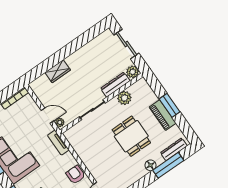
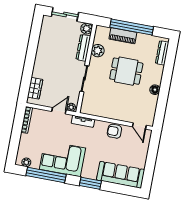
wardrobe: (58, 71) -> (35, 88), moved
window: (169, 105) -> (132, 27), width x2.11
piano: (163, 115) -> (123, 36), moved
floor lamp: (150, 165) -> (155, 90), moved
window: (168, 165) -> (169, 67), removed

